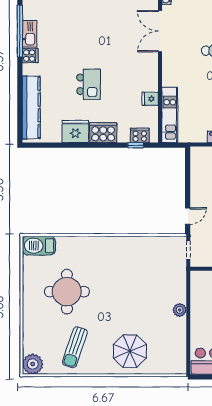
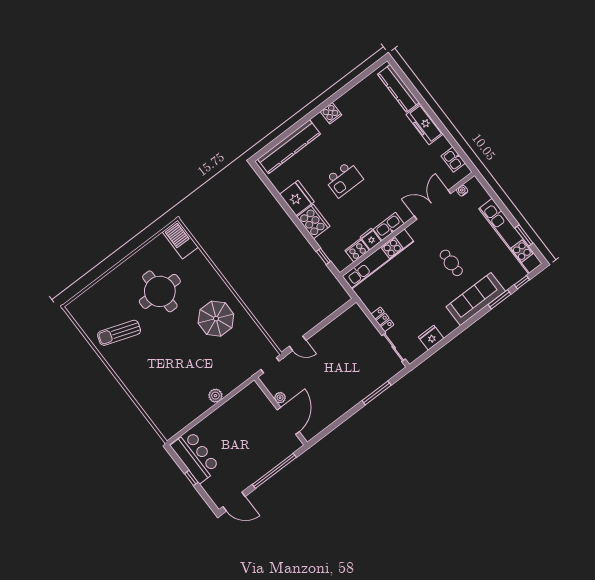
window: (20, 31) -> (345, 89), removed
kitchen sink: (30, 34) -> (389, 226), moved, turned 180
kitchen unit: (170, 115) -> (378, 259), width x1.36
cooker: (140, 135) -> (357, 250), moved, turned -90
parasol: (130, 351) -> (216, 319), moved
plant: (33, 364) -> (79, 309), removed

